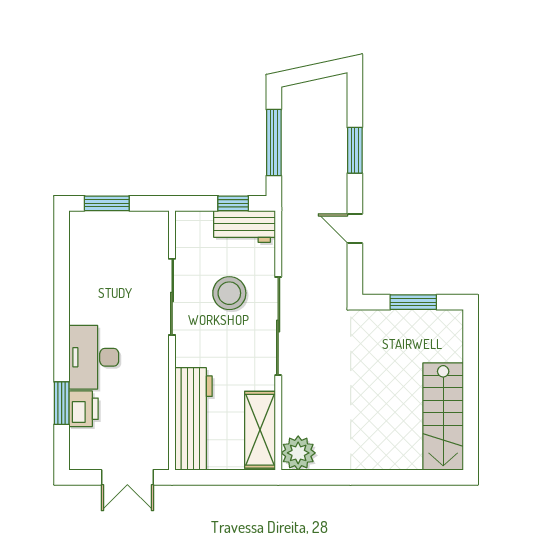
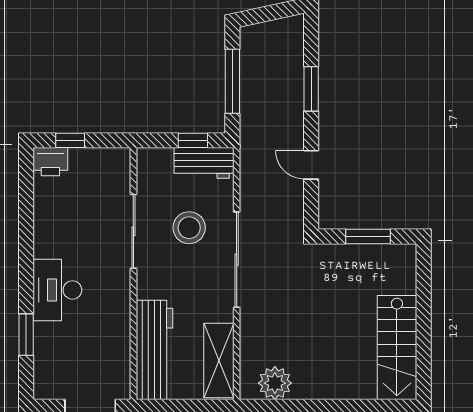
window: (107, 203) -> (70, 140), width x0.67
printer: (83, 409) -> (50, 162), moved, turned 90
plant: (298, 453) -> (275, 383), moved

